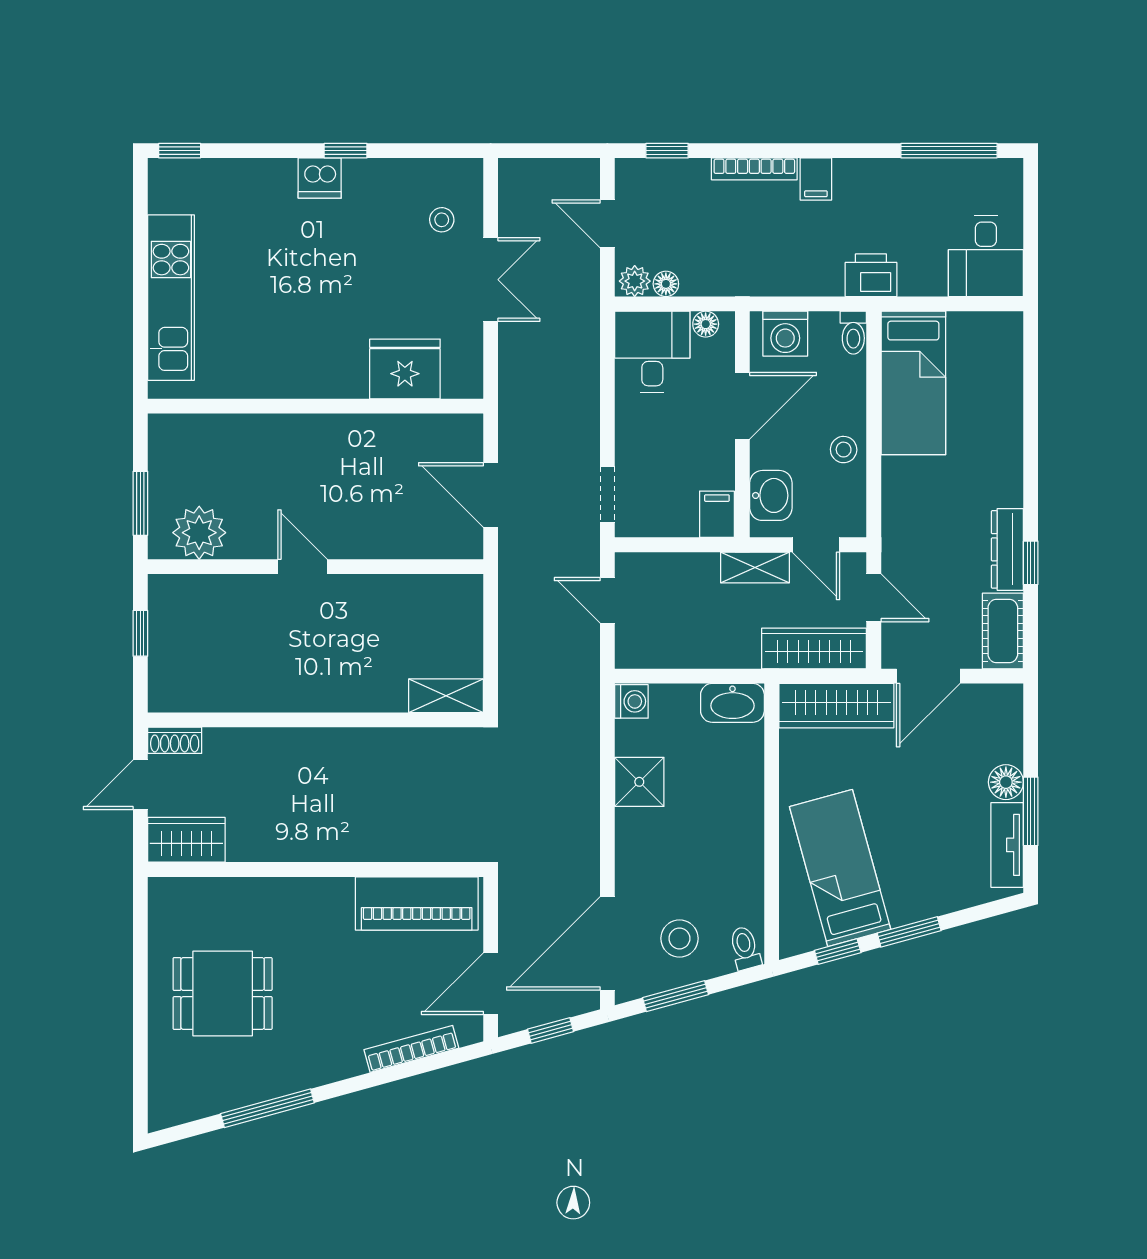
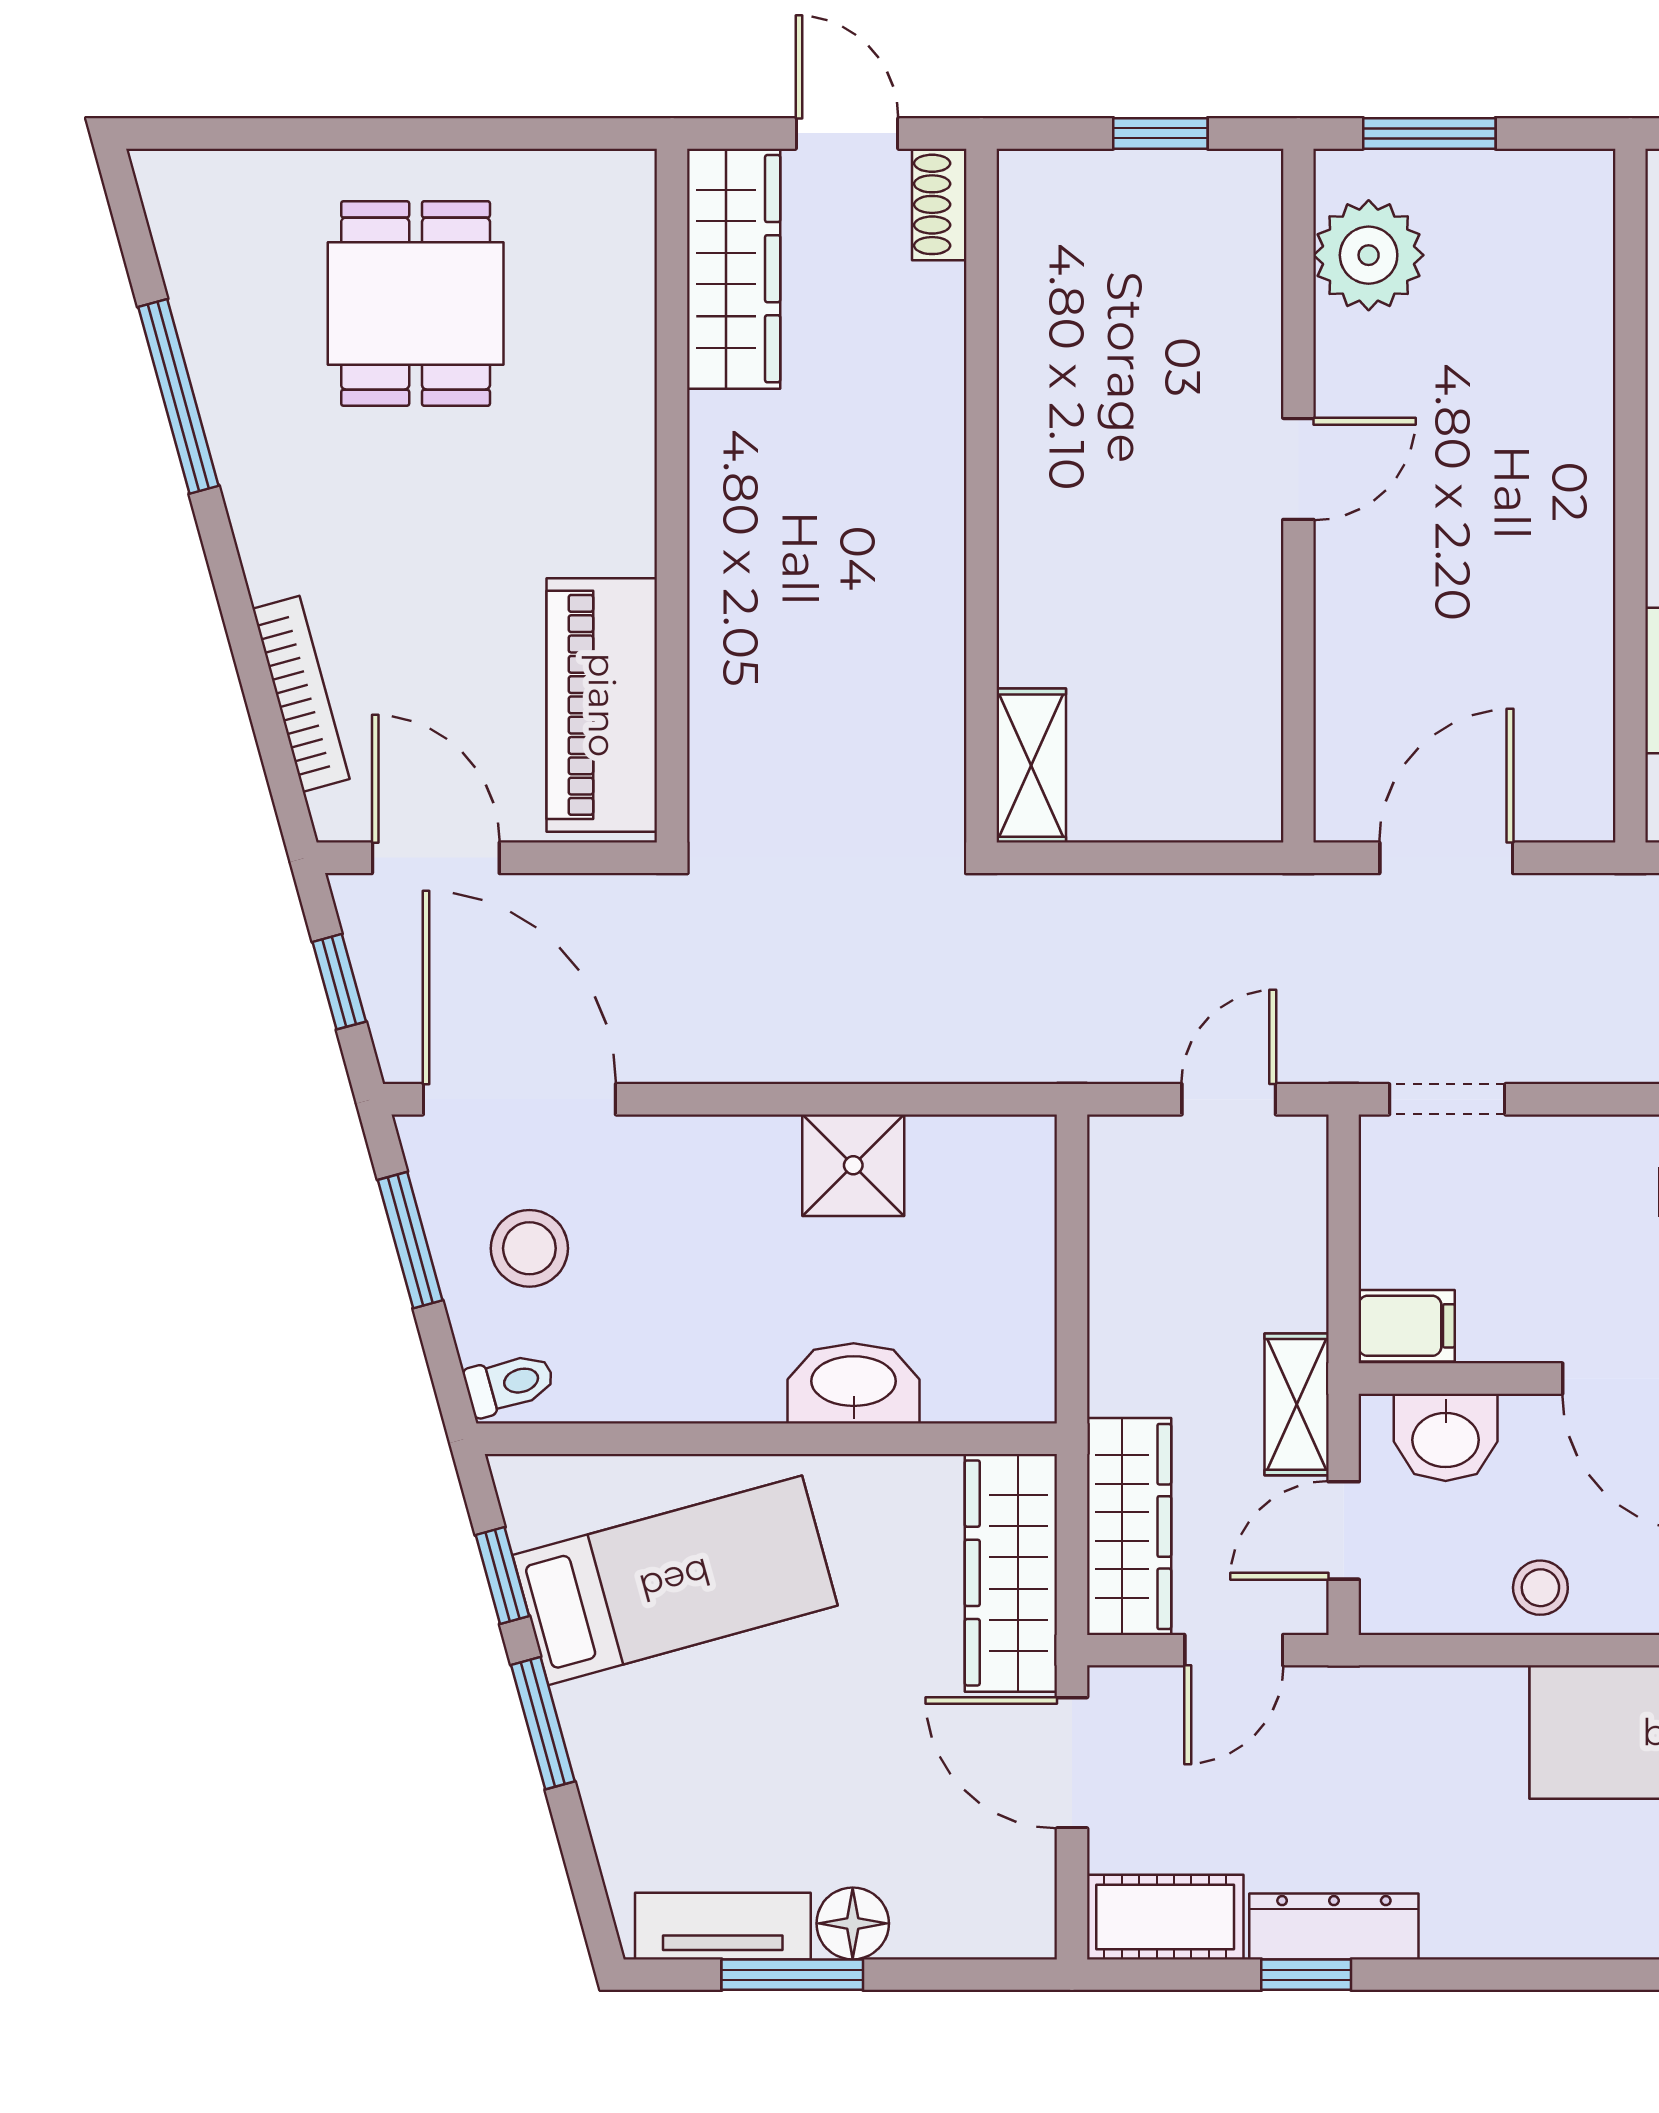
washing machine: (631, 701) -> (1020, 1149), removed
washbasin: (732, 703) -> (854, 1383), moved, turned 90
wardrobe: (186, 840) -> (734, 269), width x1.50

